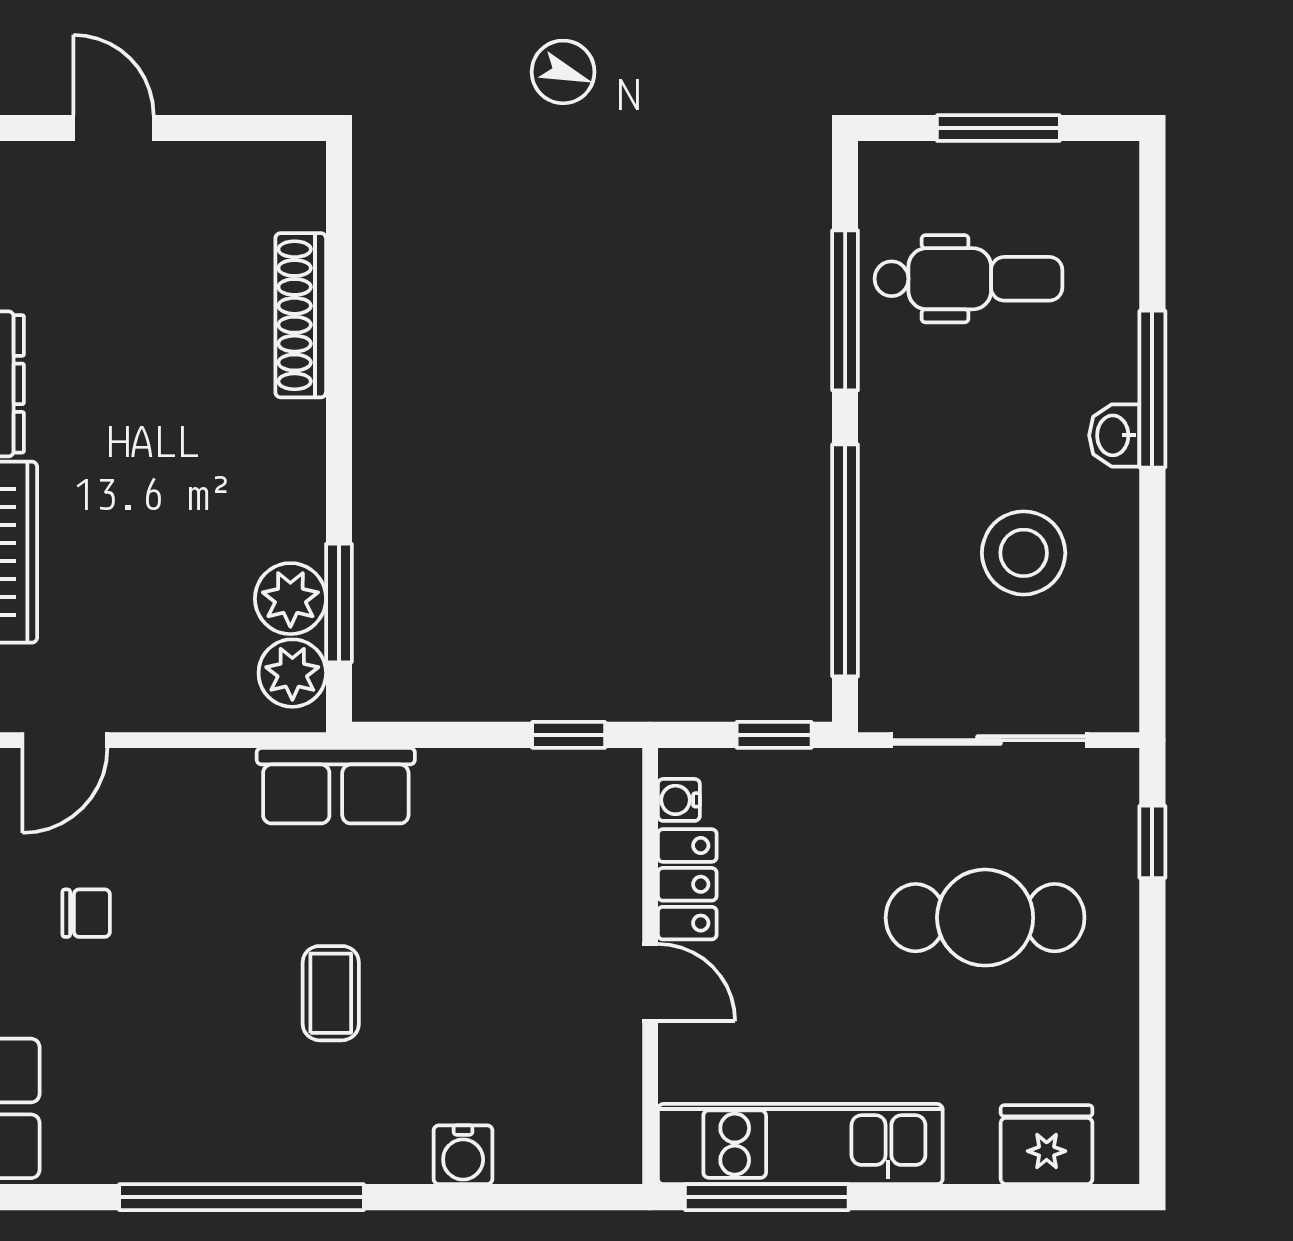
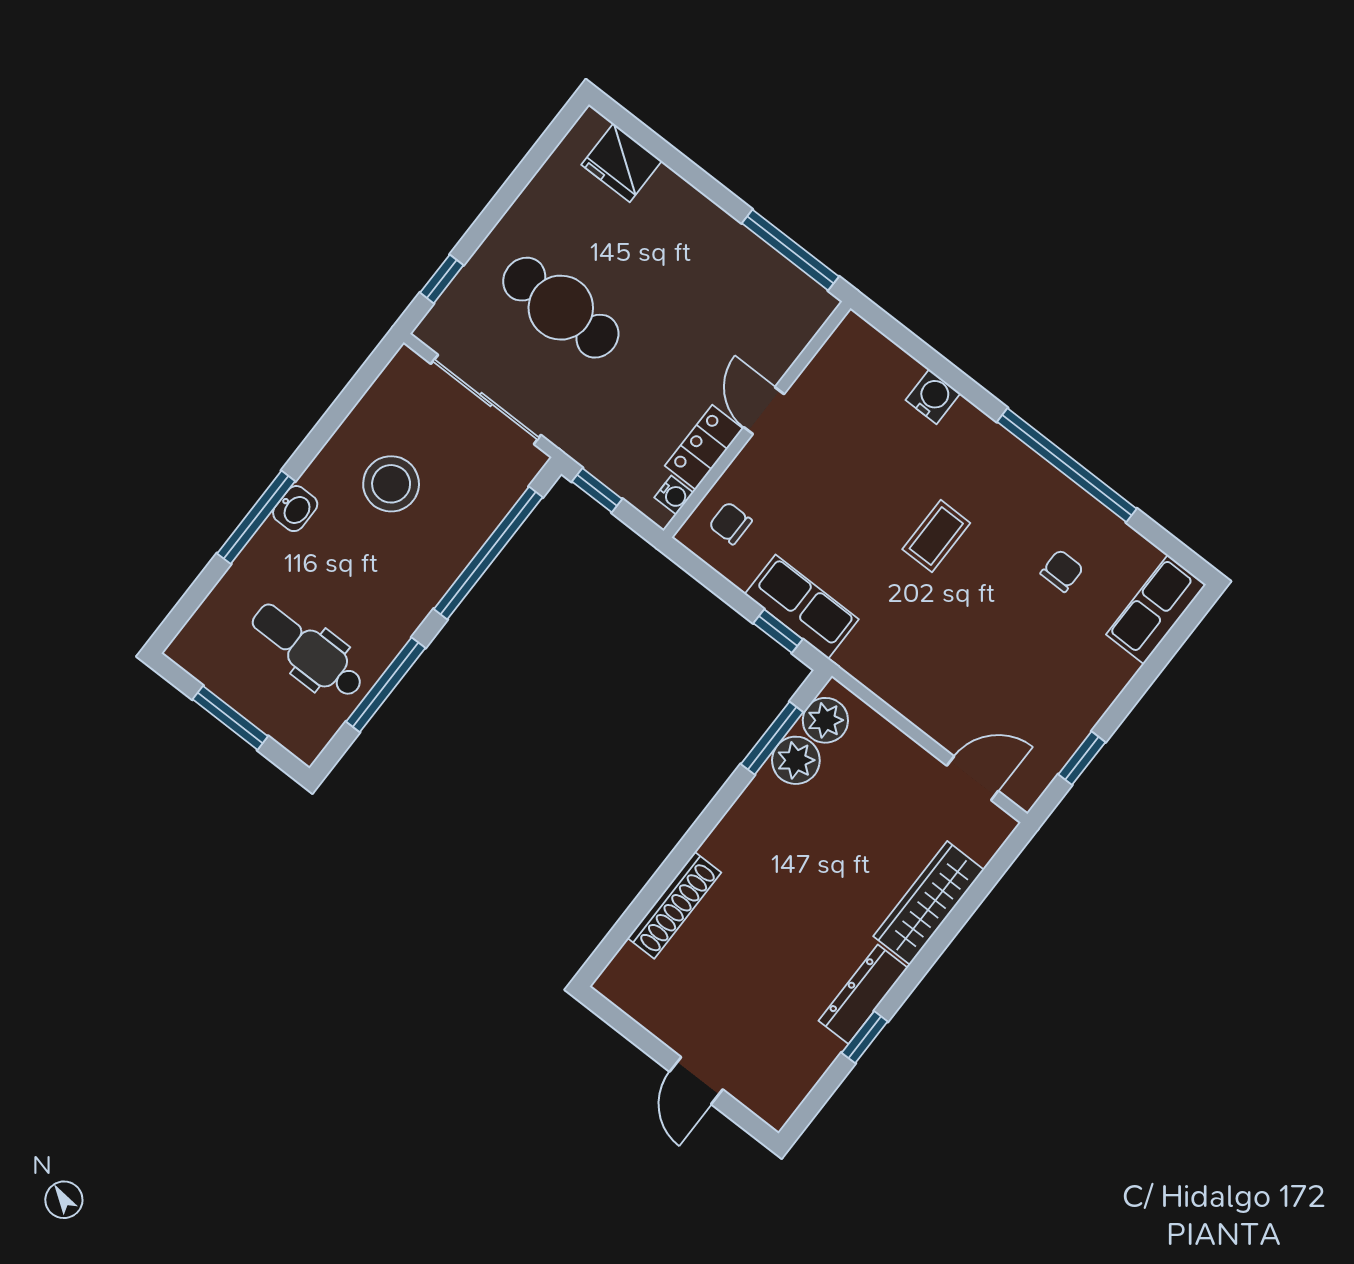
window: (569, 735) -> (778, 631), moved
row of seats: (336, 786) -> (802, 607), moved
chair: (586, 819) -> (730, 523), added
chair: (86, 913) -> (1062, 571), moved, turned 90
kitchen unit: (800, 1144) -> (751, 264), removed

